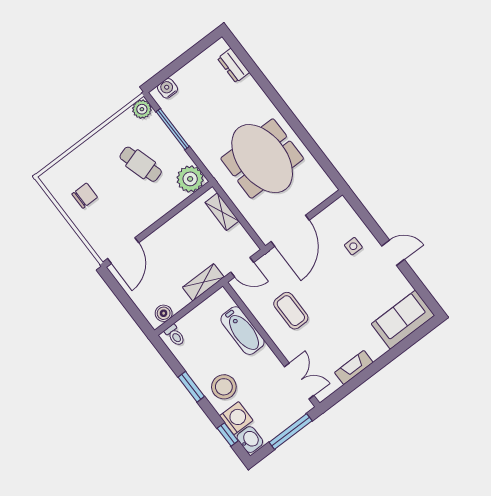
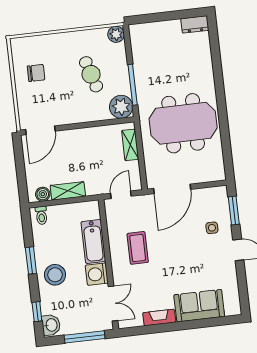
dresser: (233, 65) -> (195, 24), moved, turned -90
water cooler: (168, 88) -> (144, 30), removed
window: (173, 129) -> (133, 85), moved
meeting table: (262, 159) -> (183, 123), turned 90
window: (365, 216) -> (234, 210), added
door: (242, 267) -> (121, 195), swing flipped
shelving: (203, 282) -> (68, 191), moved
sofa: (403, 320) -> (199, 306), moved
washing machine: (236, 418) -> (97, 274), moved, turned 180

